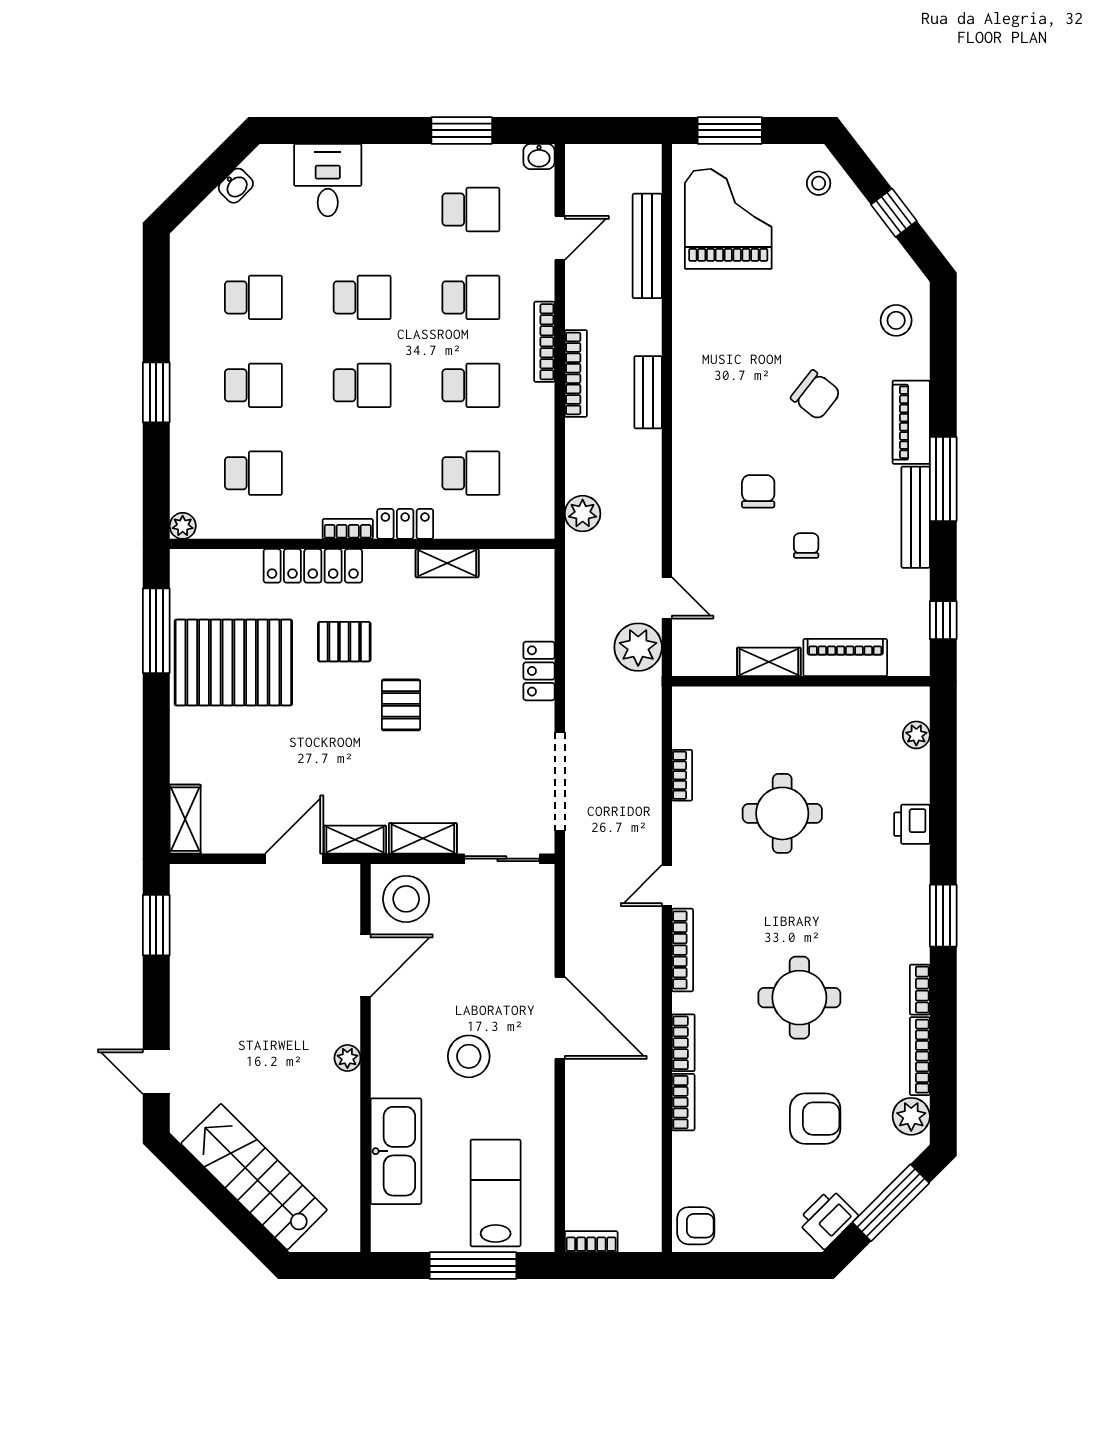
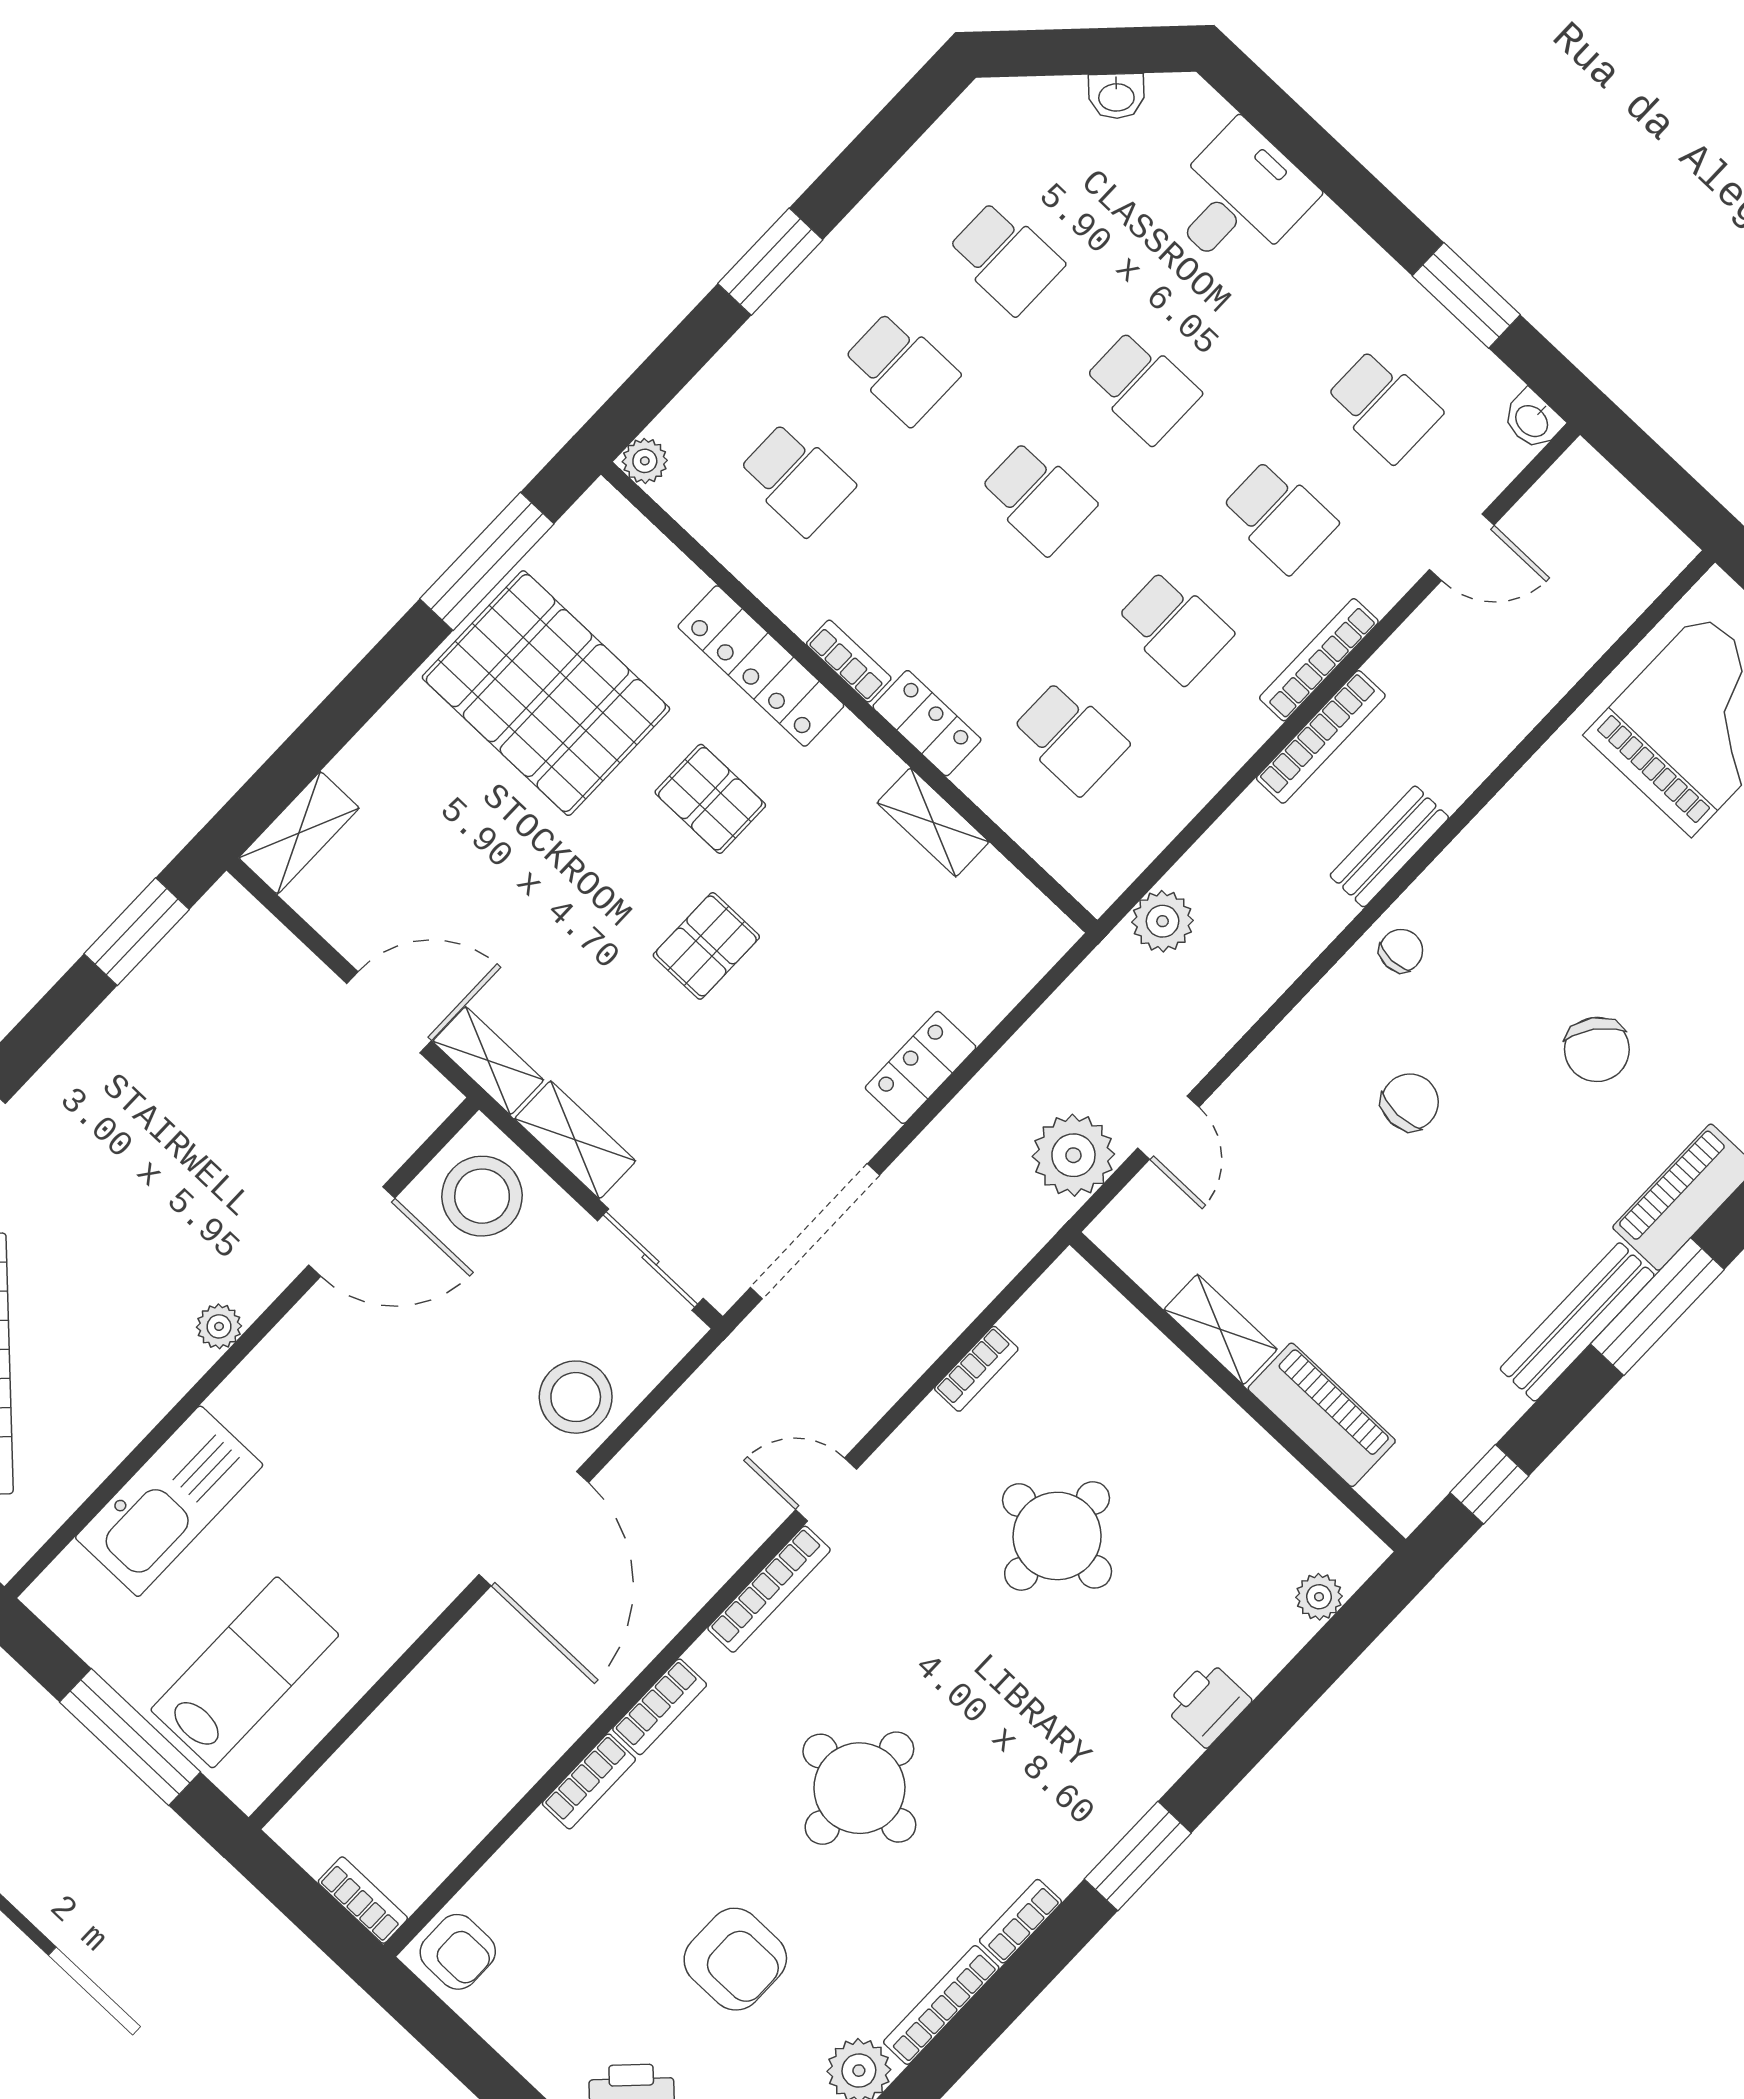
bench: (647, 246) -> (1562, 661), removed
chair: (806, 545) -> (1401, 951), moved
stool: (469, 1056) -> (576, 1397), moved
bookcase: (591, 1242) -> (363, 1900), moved

